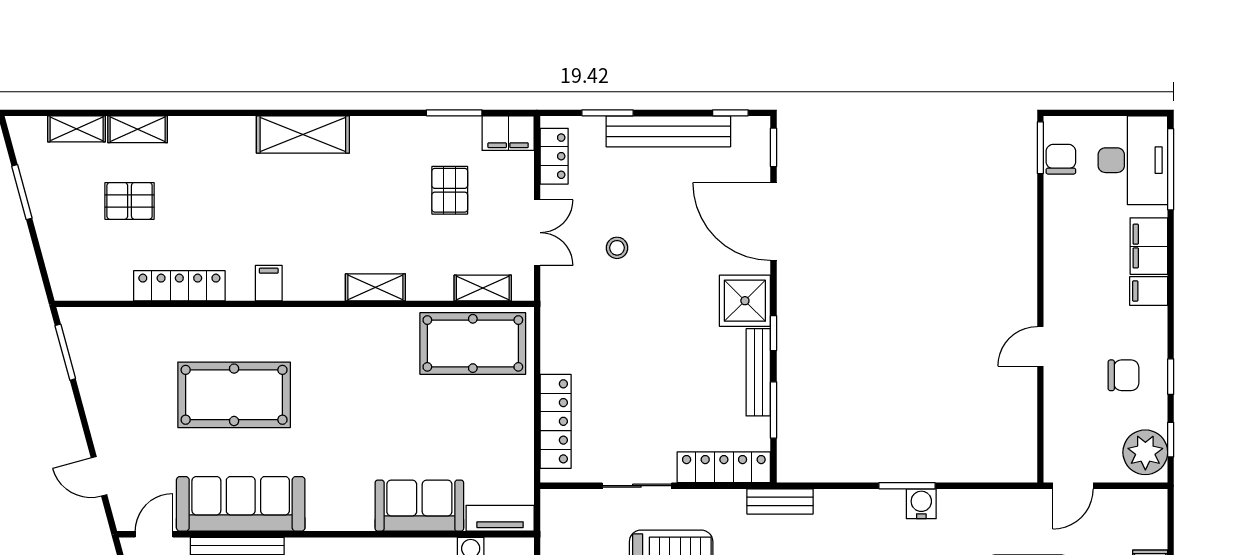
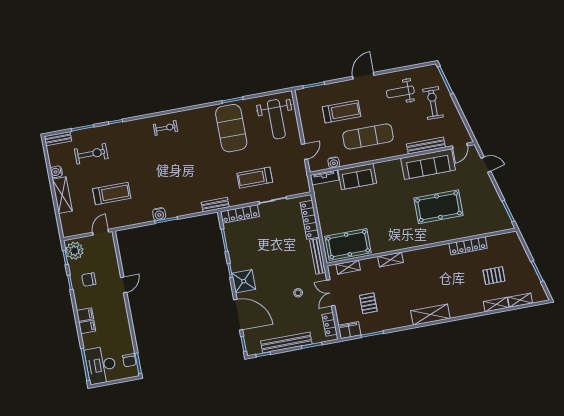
filing cabinet: (1149, 246) -> (87, 327), width x0.50
filing cabinet: (269, 283) -> (433, 253), removed
bench: (758, 372) -> (318, 256), moved

